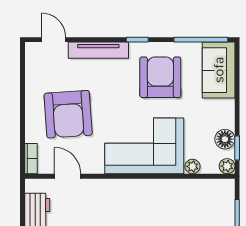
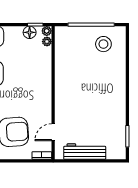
corner sofa: (144, 146) -> (34, 84), removed
plant: (193, 166) -> (47, 42), moved

